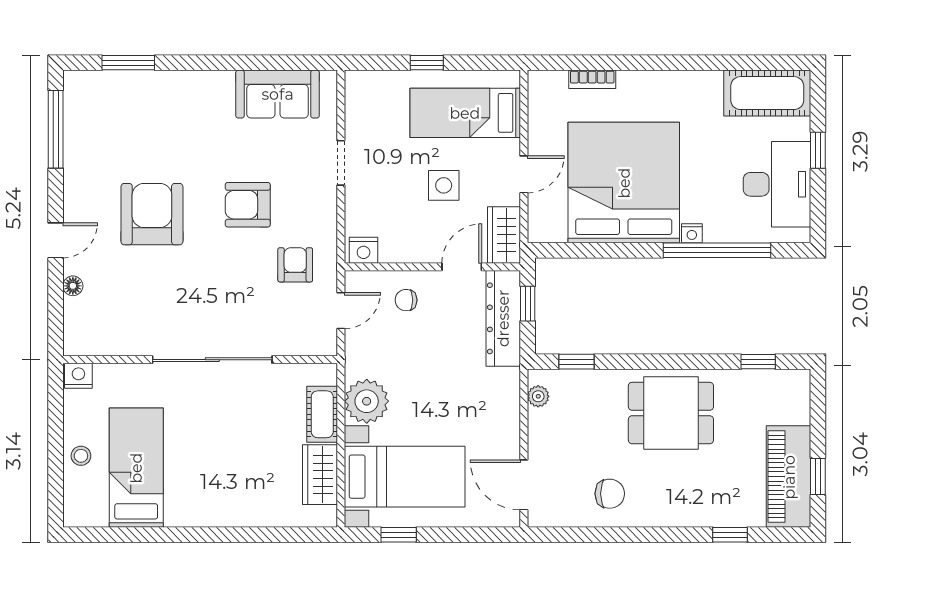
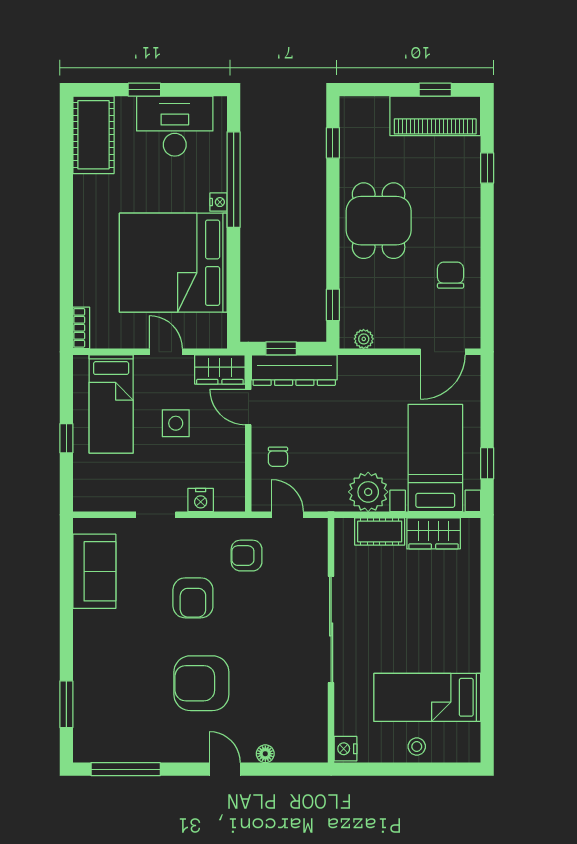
bookcase: (592, 79) -> (81, 328), moved
nightstand: (364, 250) -> (201, 500), moved, turned 90

